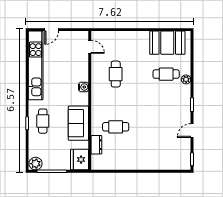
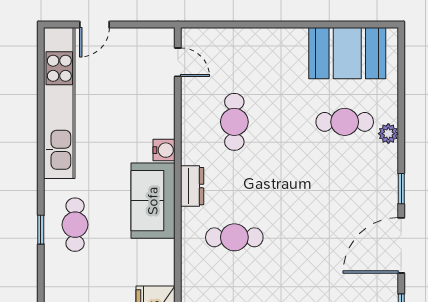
sofa: (78, 123) -> (153, 201), moved
door: (192, 131) -> (401, 245), width x1.88
dresser: (96, 145) -> (192, 186), moved

